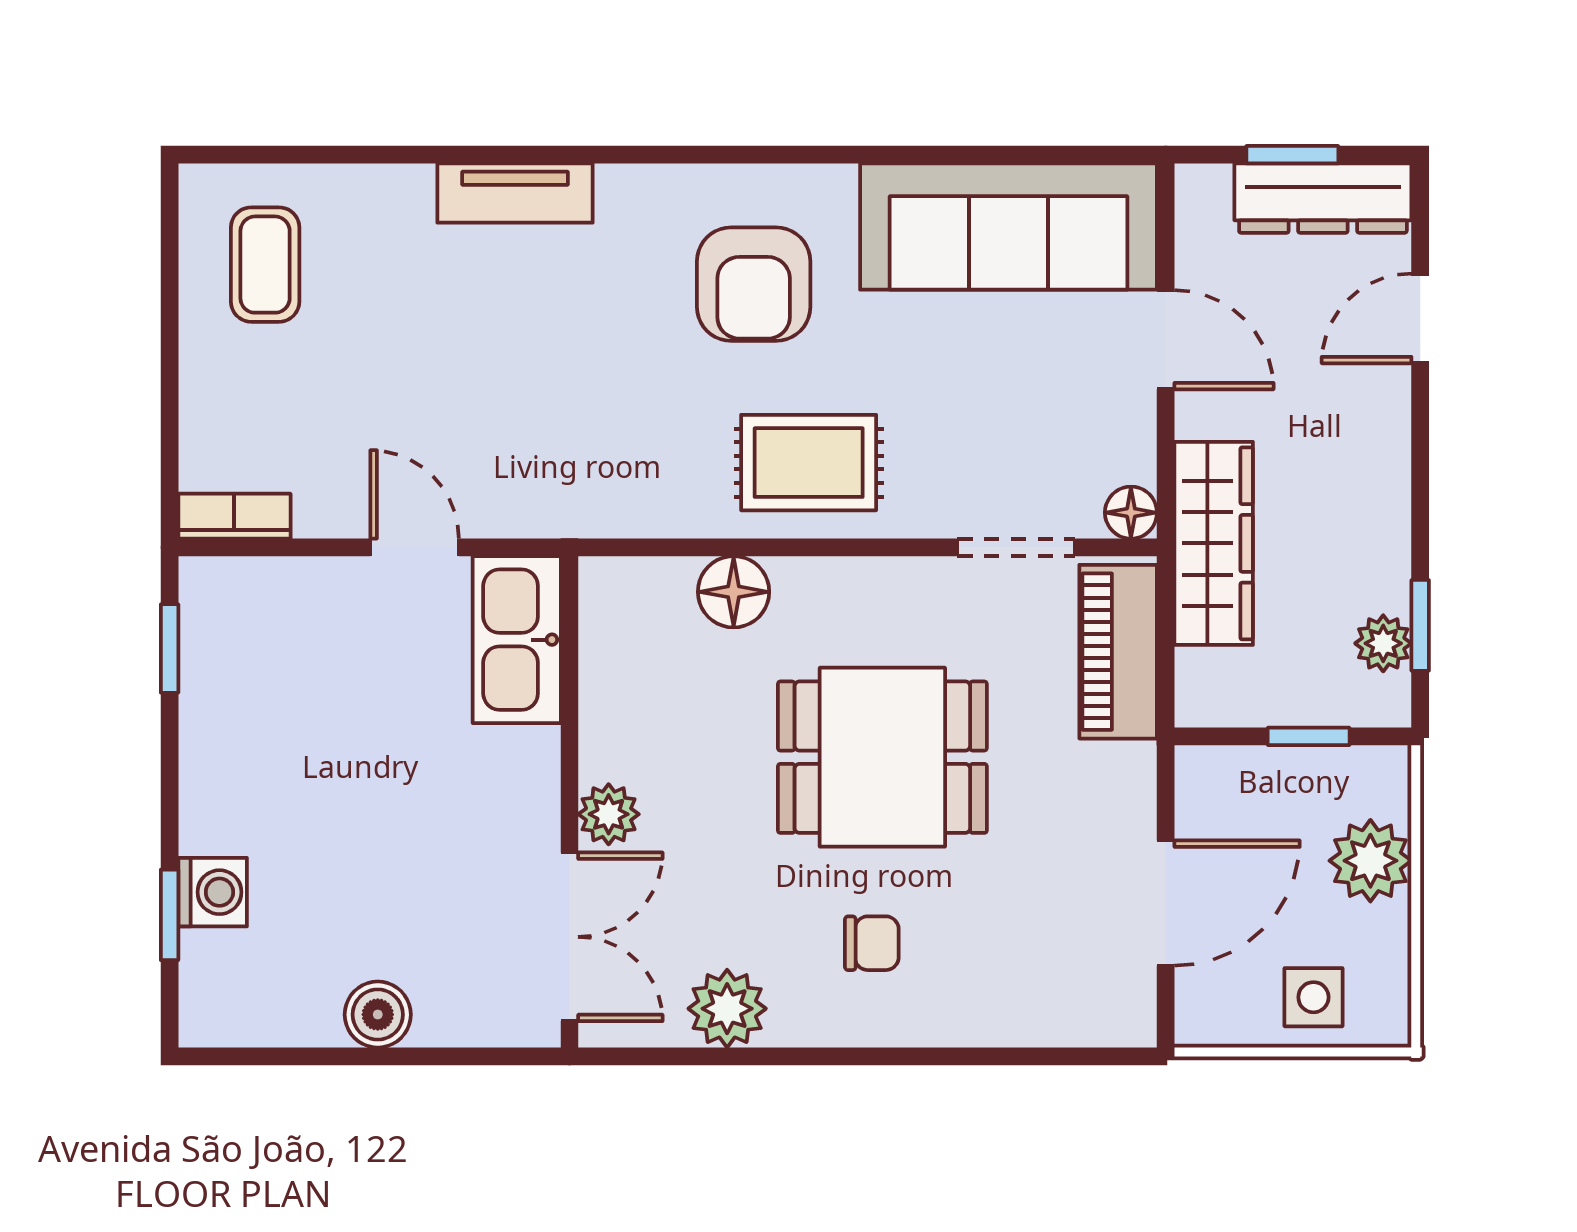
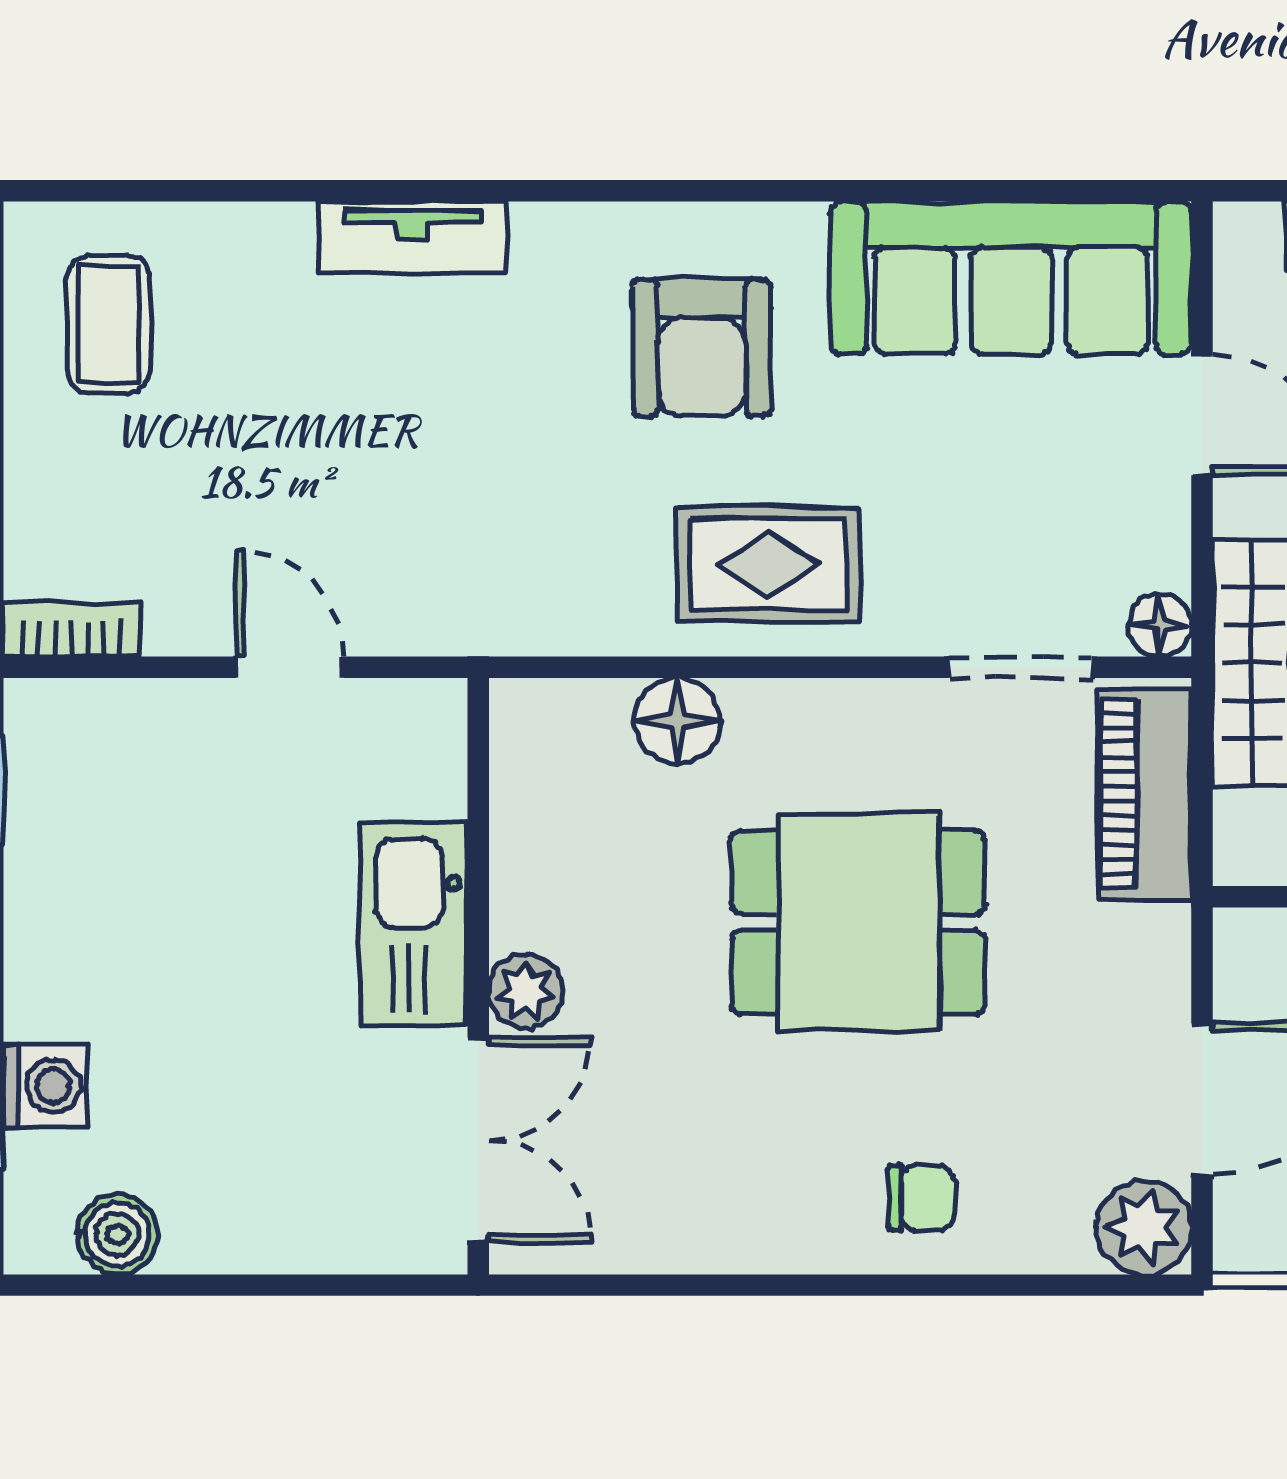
kitchen sink: (517, 640) -> (414, 924), moved
chair: (872, 943) -> (921, 1198), moved
plant: (727, 1009) -> (1144, 1227), moved
boiler: (378, 1015) -> (117, 1234), moved

